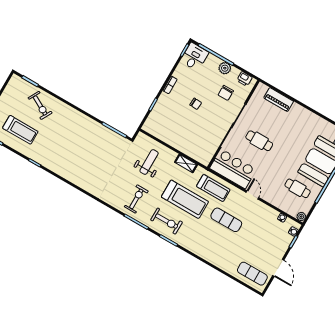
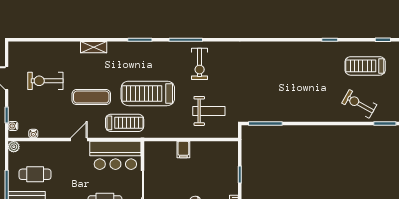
filing cabinet: (183, 145) -> (183, 149), added
weight bench: (149, 162) -> (209, 111), turned -90
shelving: (186, 163) -> (94, 47), moved
treadmill: (213, 188) -> (125, 123), turned 180
door: (252, 195) -> (79, 140), swing flipped
exercise bike: (167, 221) -> (45, 81), moved
exercise mat: (252, 274) -> (31, 56), removed

